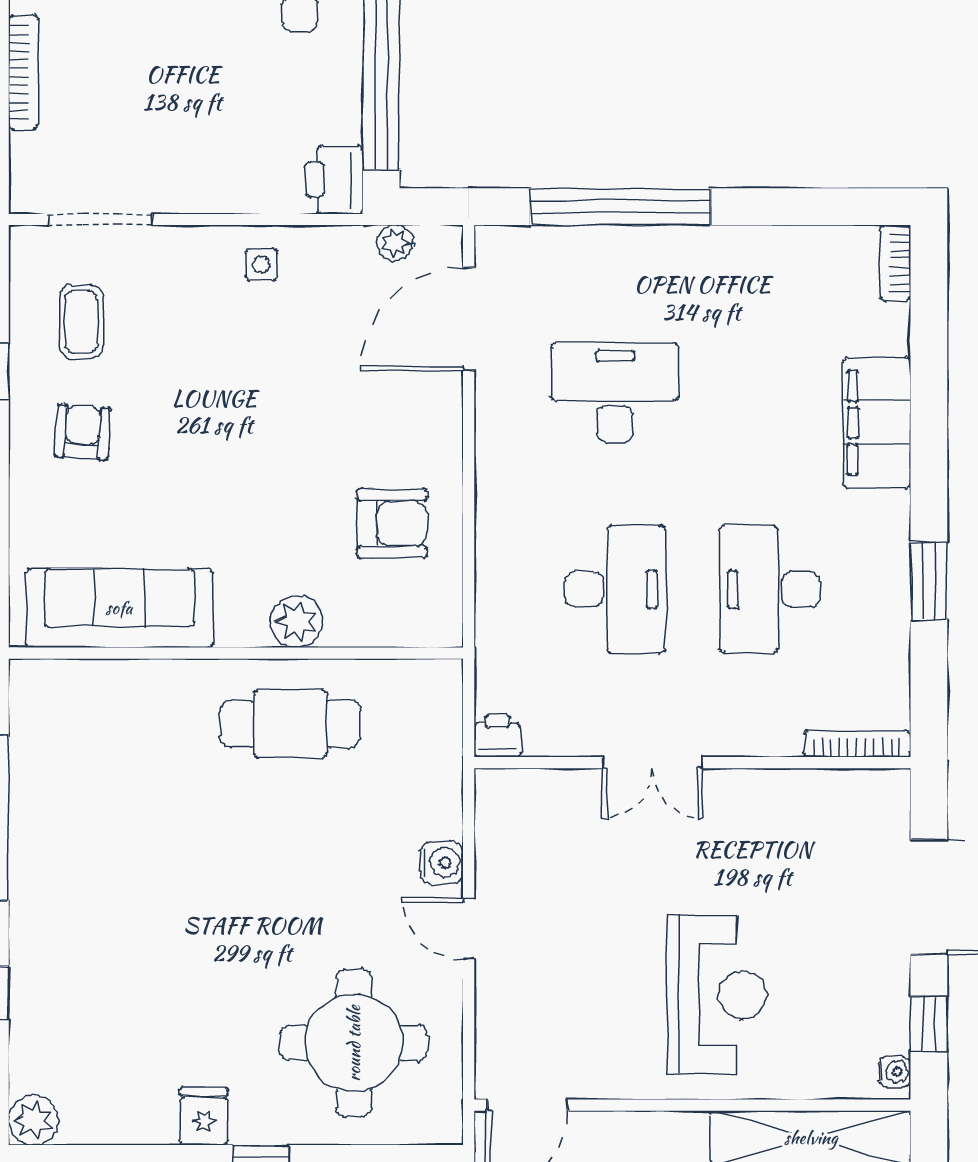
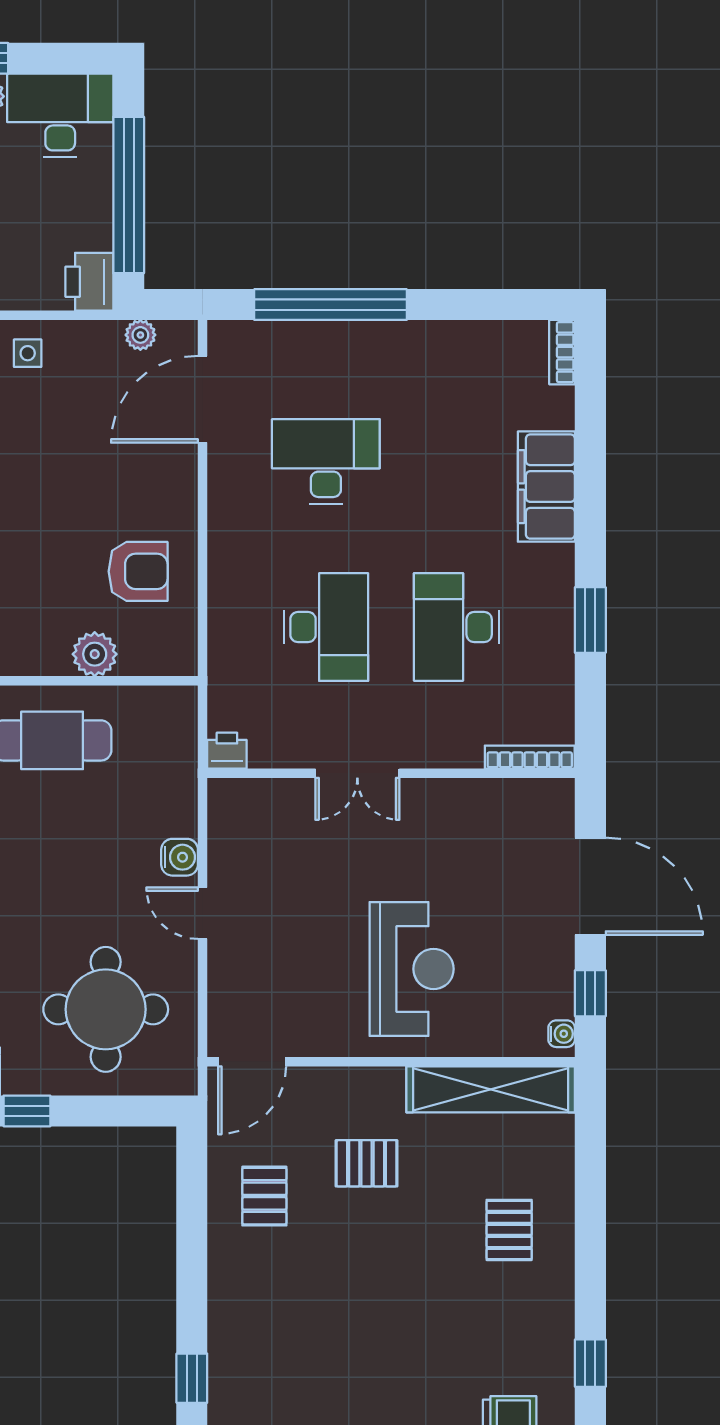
plant: (297, 621) -> (95, 654), moved

